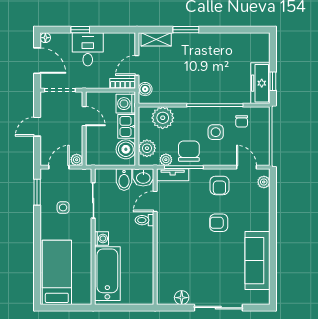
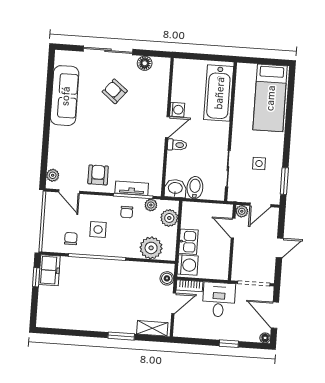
desk: (88, 49) -> (219, 300), moved, turned 180
freezer: (260, 83) -> (49, 270), width x0.71
door: (84, 116) -> (233, 228), moved
boiler: (126, 149) -> (191, 218), removed
chair: (189, 151) -> (127, 212), width x0.54, depth x0.54
tv unit: (173, 175) -> (132, 188), moved
door: (155, 201) -> (167, 127), moved
armchair: (219, 223) -> (115, 91), moved, turned -141
washing machine: (102, 238) -> (177, 110), moved, turned 180

